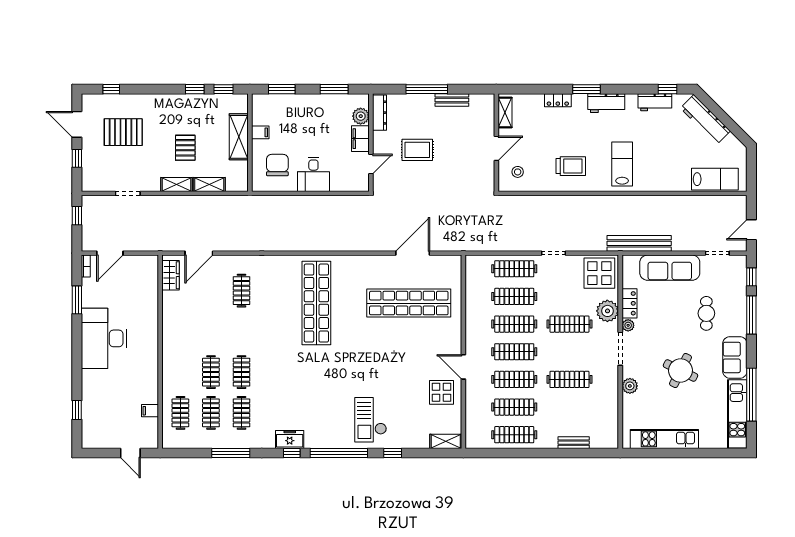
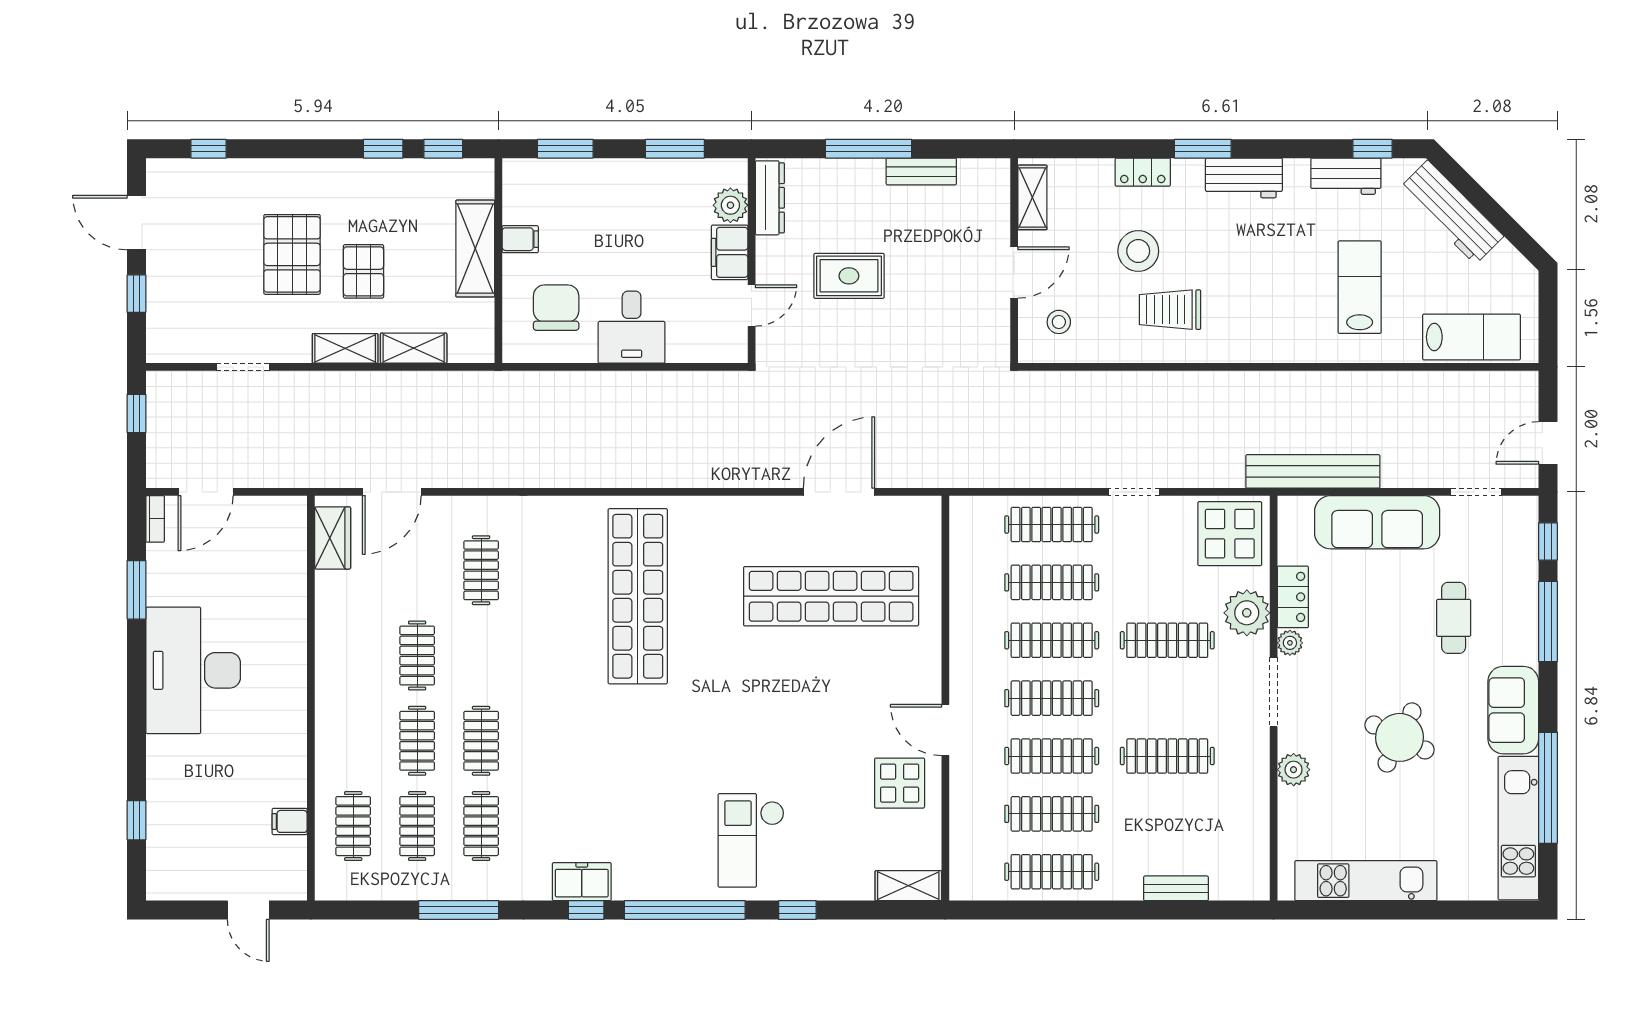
pallet: (123, 132) -> (292, 254), moved, turned 90
stool: (556, 138) -> (1138, 251), added
lab bench: (622, 164) -> (1360, 287), moved
trolley: (571, 166) -> (1170, 310), turned 180
clothes rail: (211, 331) -> (417, 656), added

